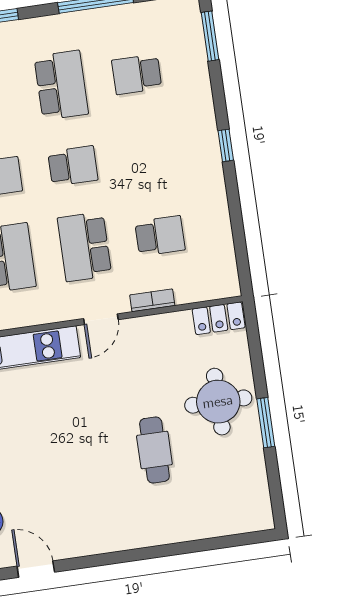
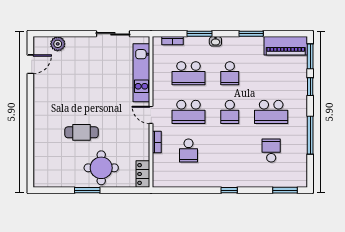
school desk: (84, 247) -> (189, 112), turned 180

